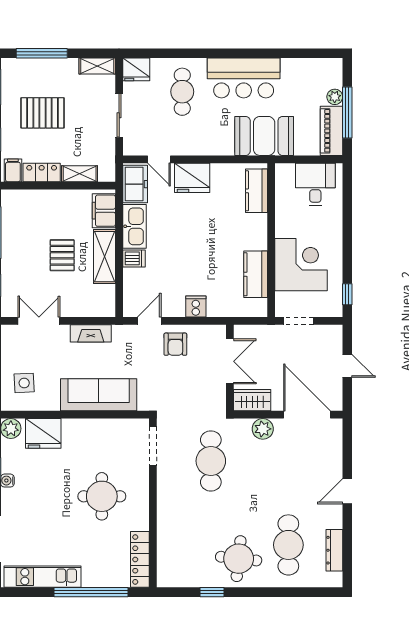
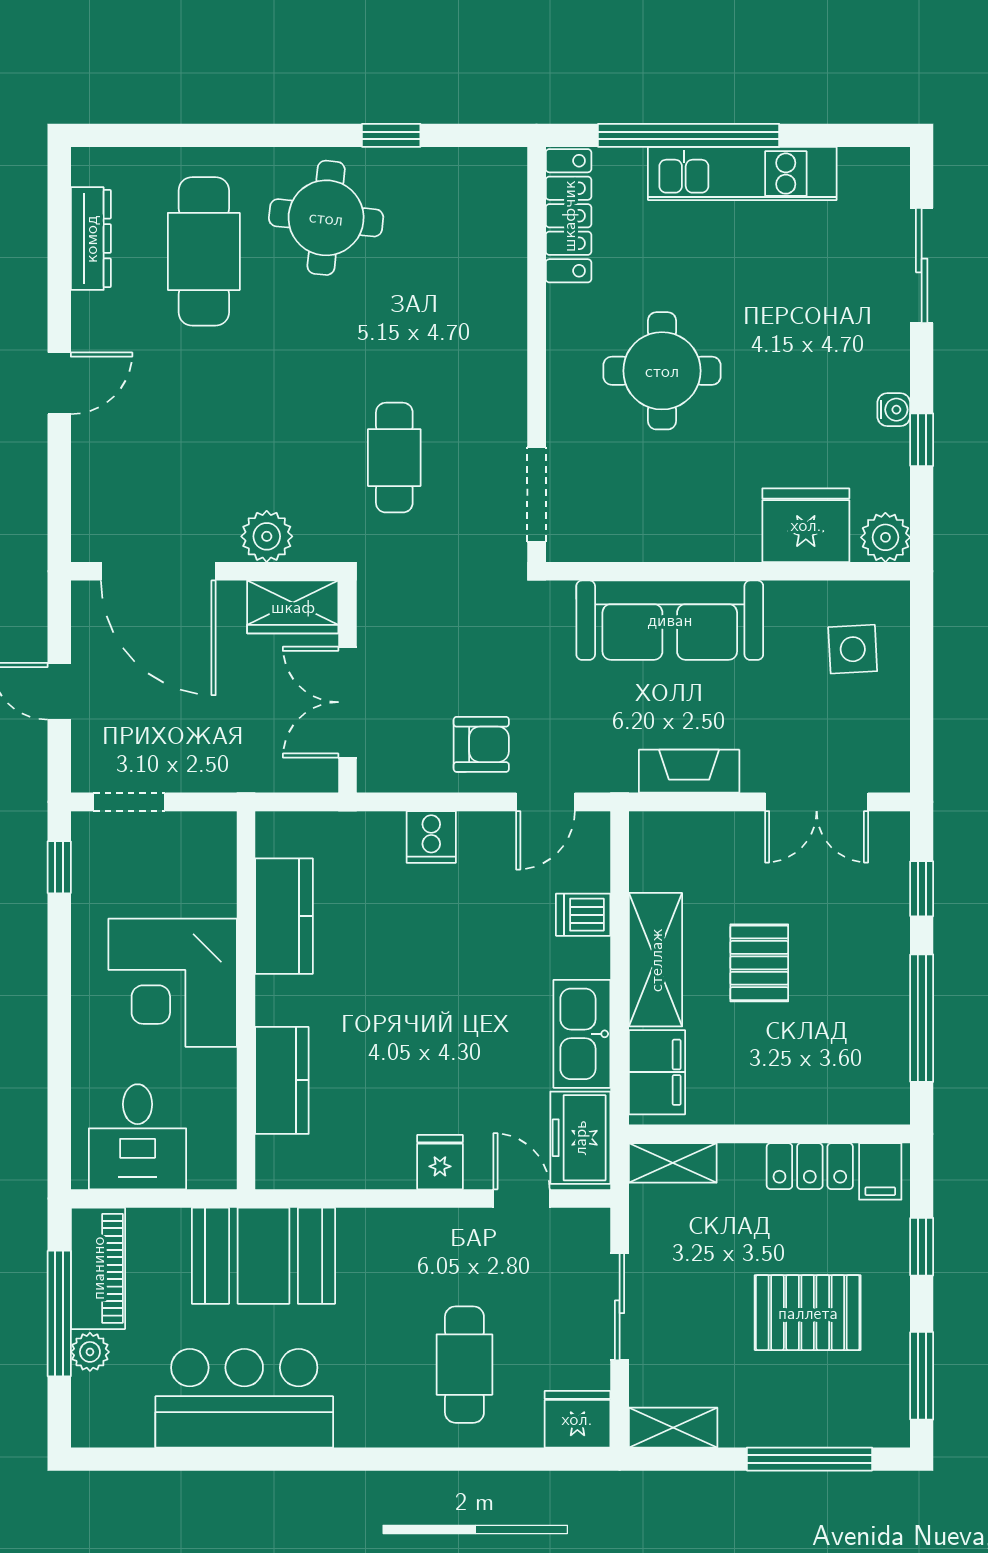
bar counter: (244, 78) -> (244, 1398), moved
shelving: (80, 174) -> (673, 1163), moved
fridge: (192, 178) -> (440, 1162), width x0.53, depth x0.75
kitchen counter: (257, 191) -> (282, 1080), moved
dishwasher: (134, 258) -> (583, 915), moved
corner desk: (301, 265) -> (173, 983), moved
doorway: (298, 321) -> (129, 802), moved
armchair: (175, 344) -> (481, 744), turned 90
cafe table: (211, 461) -> (394, 458), width x0.73, depth x0.74
kitchen unit: (43, 577) -> (742, 174), moved

